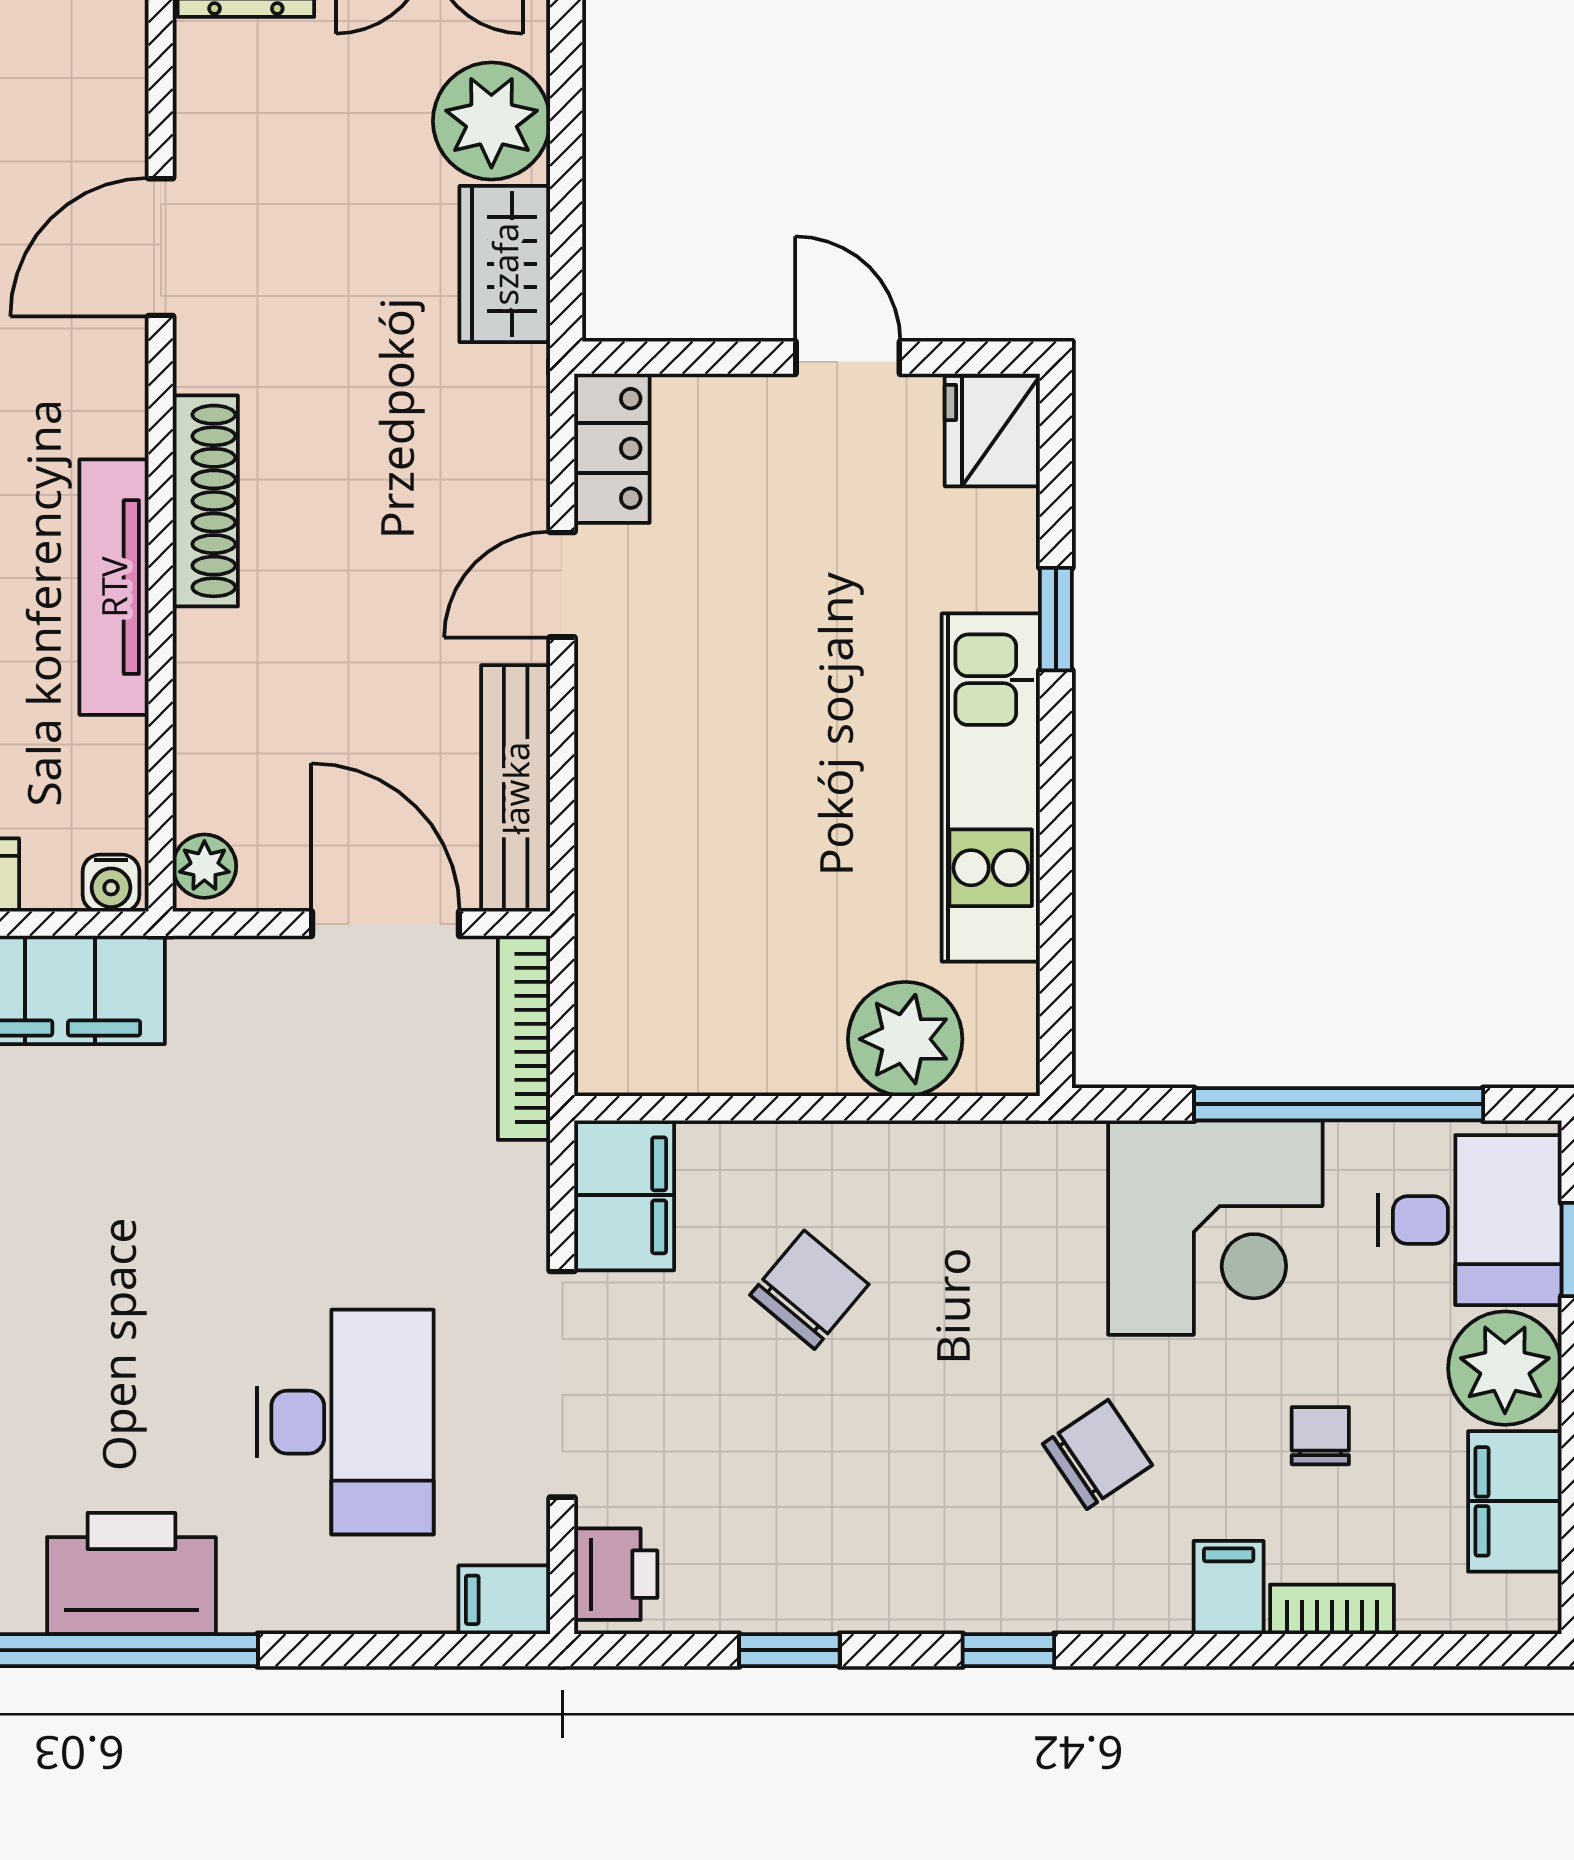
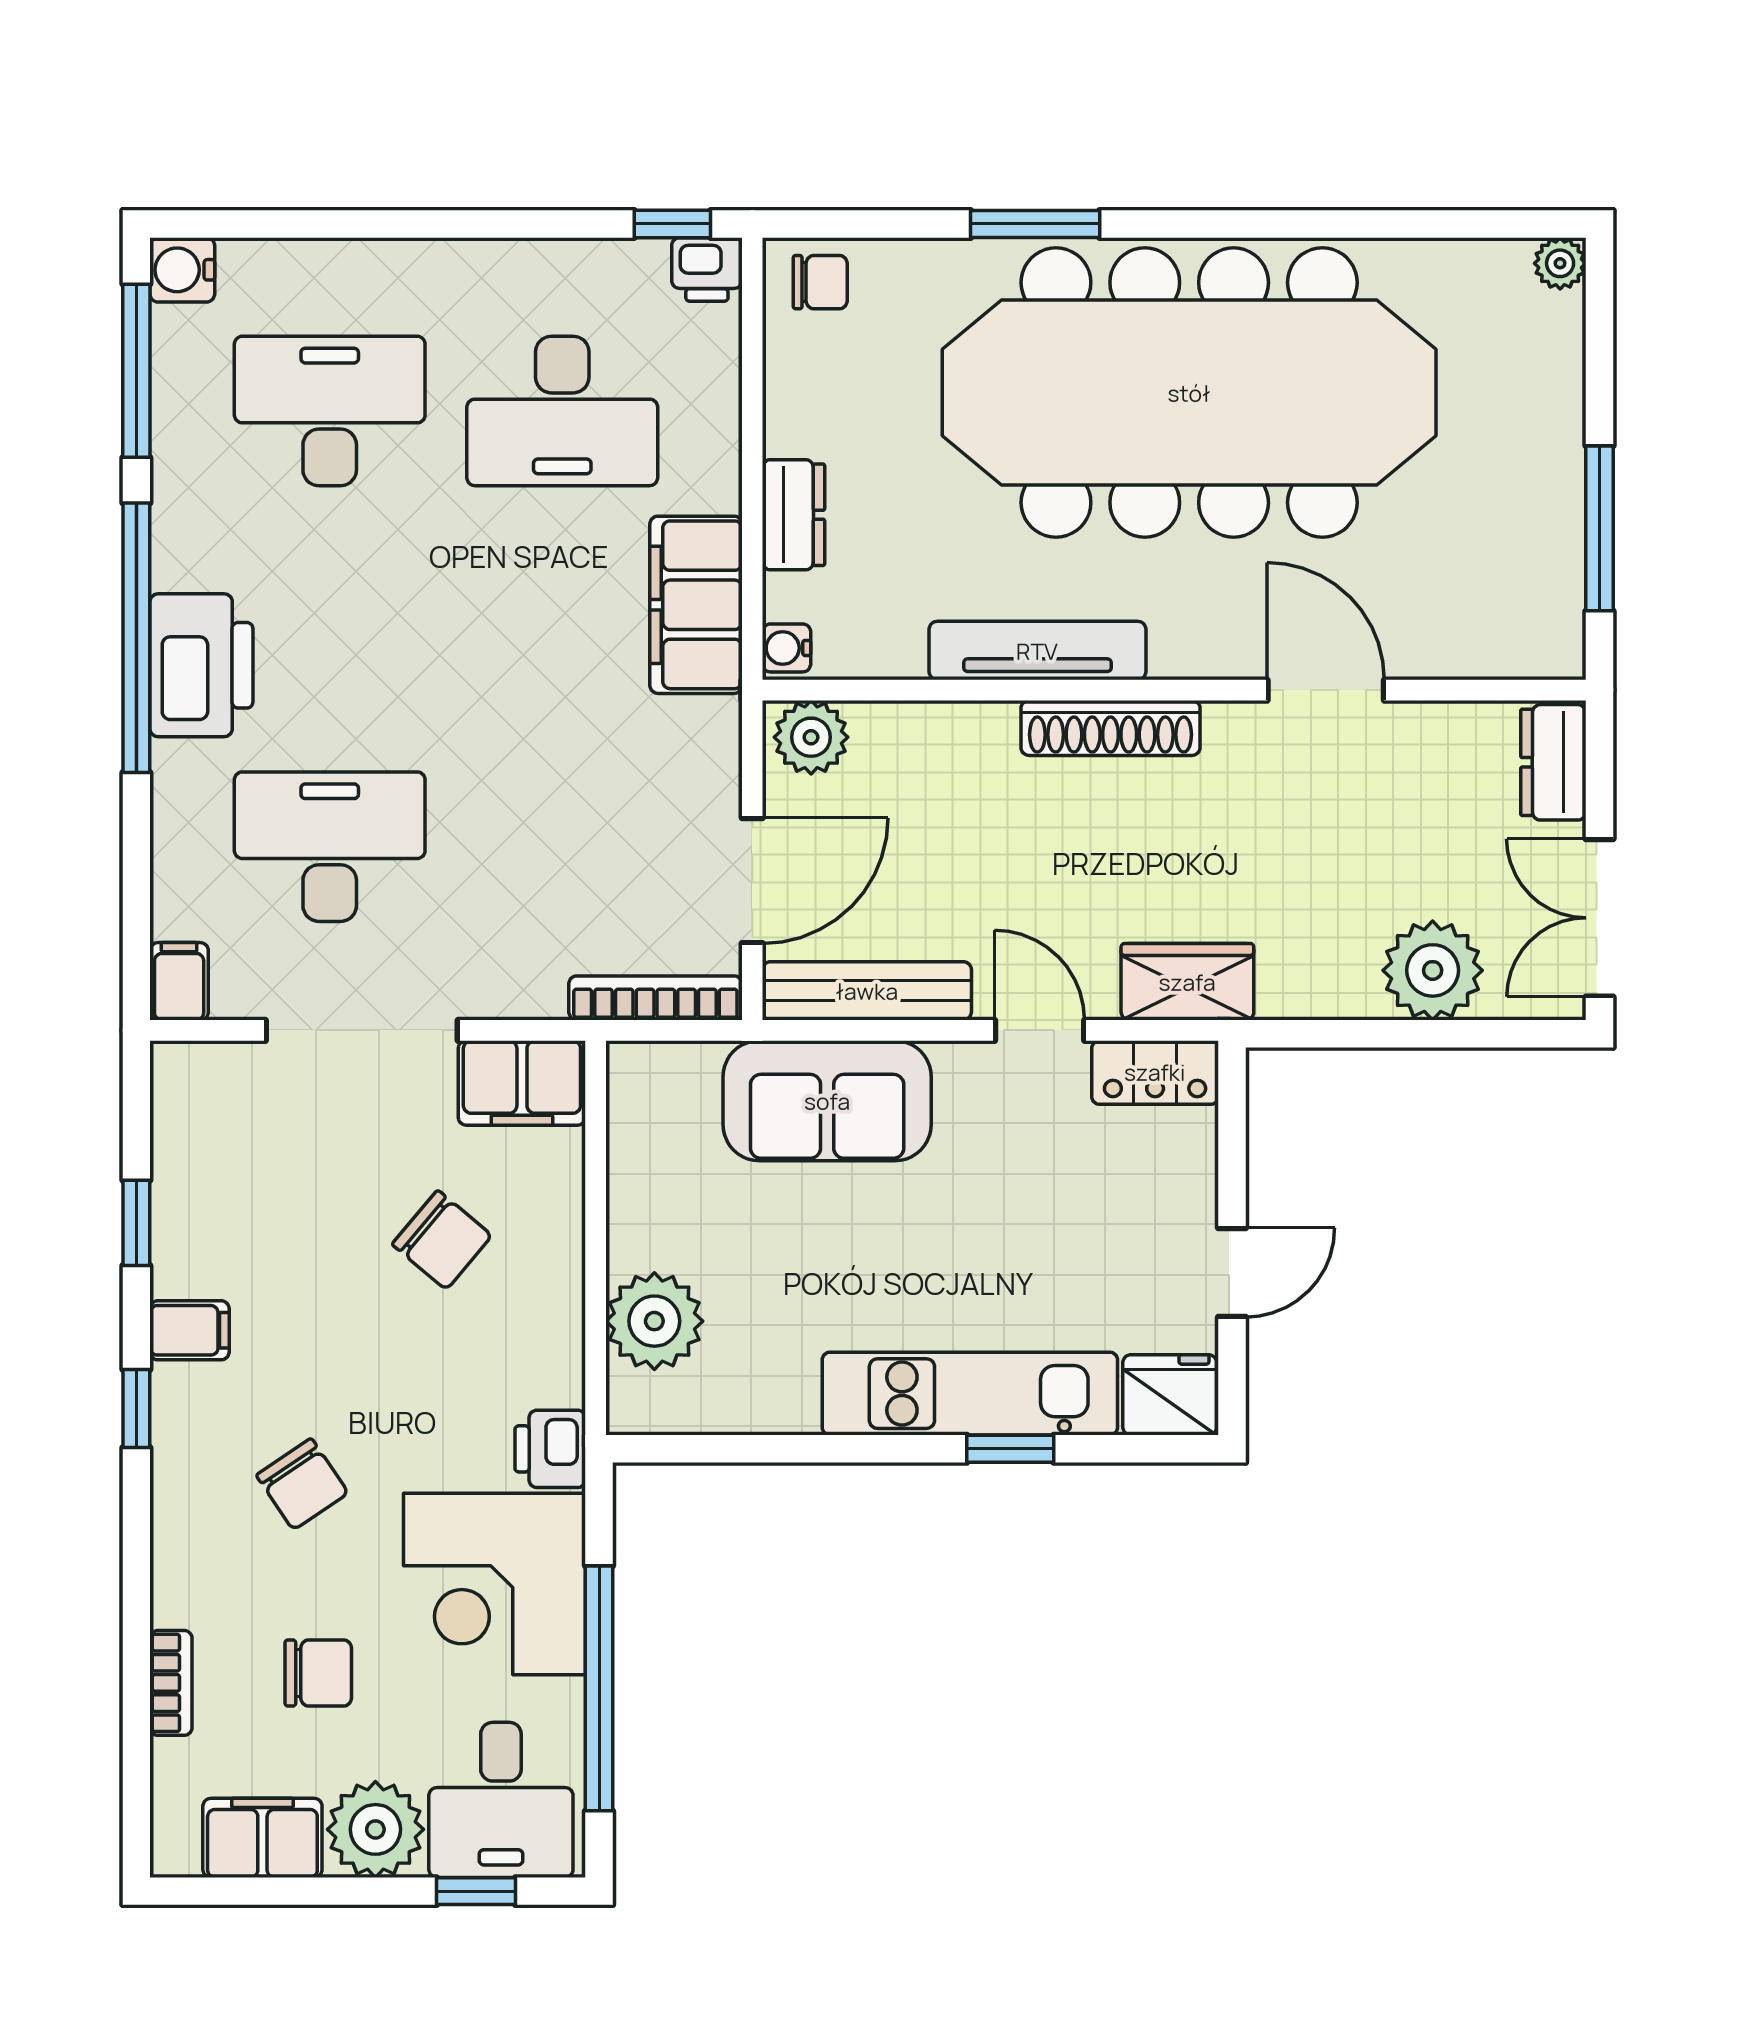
wardrobe: (505, 264) -> (1187, 982), moved
kitchen unit: (991, 788) -> (970, 1394), moved
sofa: (645, 835) -> (827, 1101), added
plant: (204, 866) -> (811, 737), width x1.38, depth x1.38
desk: (345, 1422) -> (330, 847), turned 180
chair: (1320, 1436) -> (318, 1673), width x1.37, depth x1.37
printer: (616, 1574) -> (550, 1449), moved, turned 90
filing cabinet: (1229, 1587) -> (190, 1330), moved

